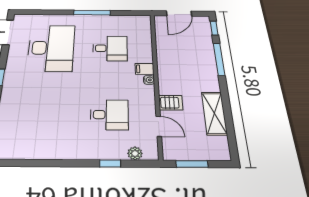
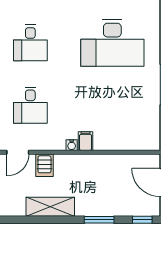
desk: (110, 48) -> (30, 43), moved
window: (219, 59) -> (99, 220), width x0.69
shelving: (214, 113) -> (50, 207), moved

